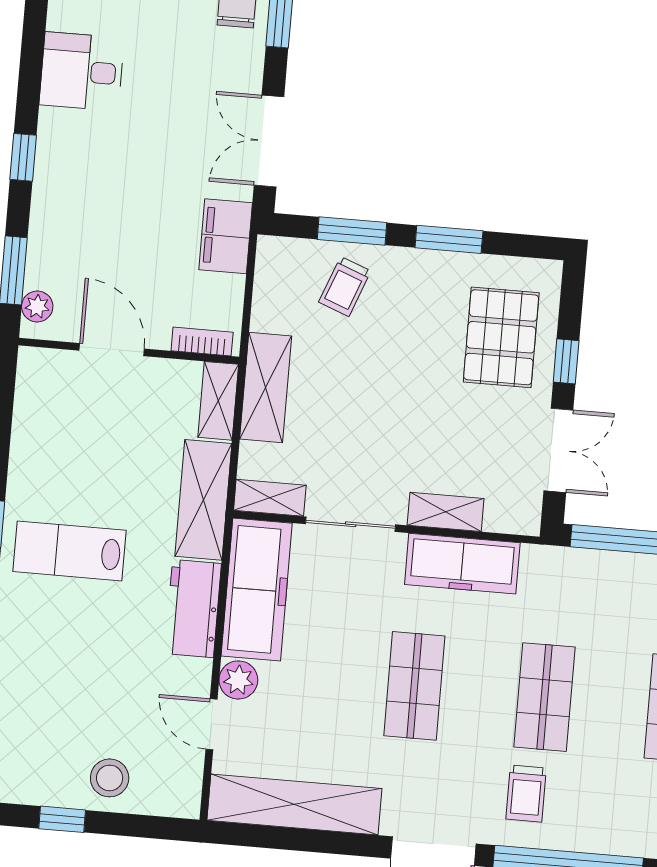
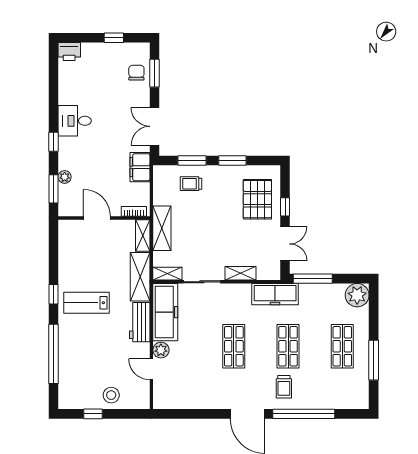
desk: (82, 71) -> (75, 121), moved
trolley: (345, 287) -> (191, 184), turned 69
plant: (37, 307) -> (65, 177), moved
freezer: (462, 564) -> (275, 294), moved
shelving: (294, 804) -> (189, 399), removed

